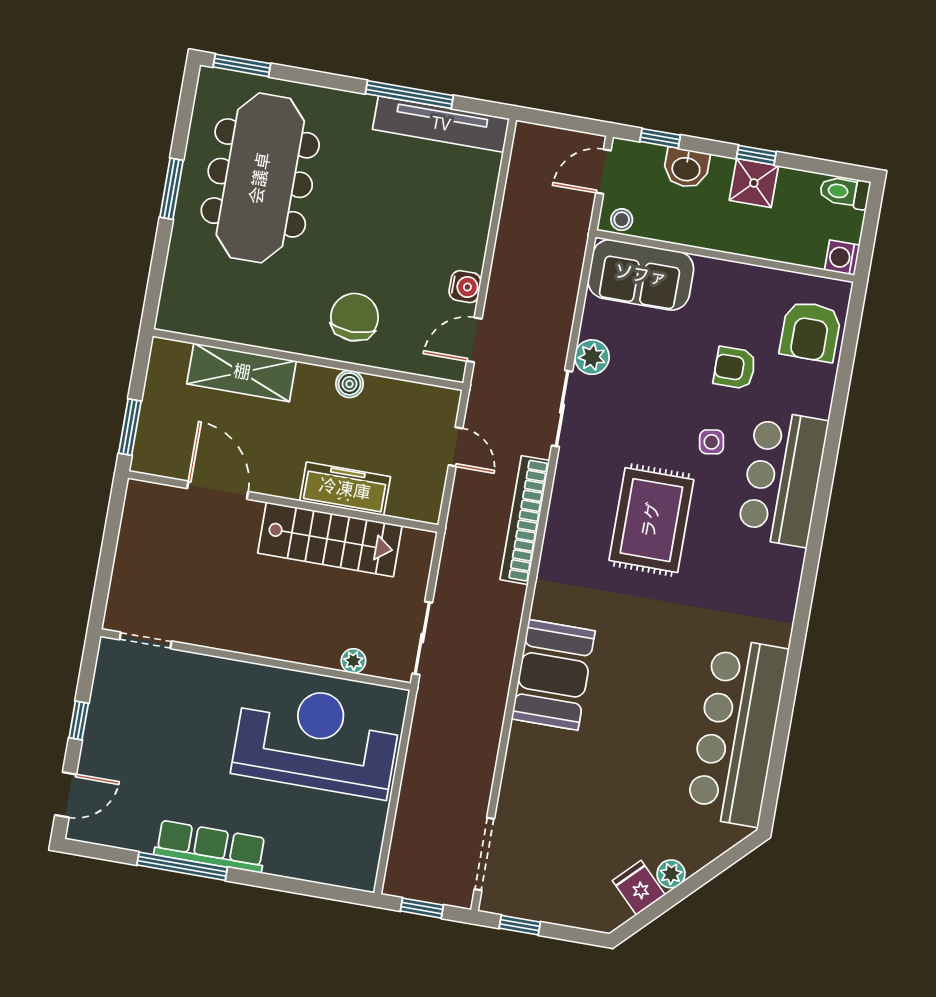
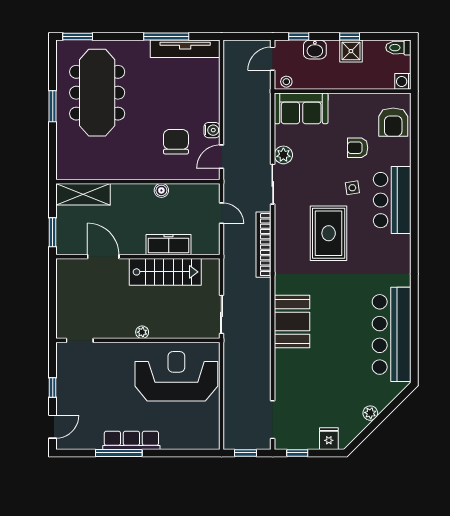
chair: (355, 317) -> (176, 142), moved
shelving: (242, 372) -> (83, 194), moved
plant: (353, 661) -> (142, 332), moved
fridge: (639, 888) -> (329, 439), moved, turned 45

